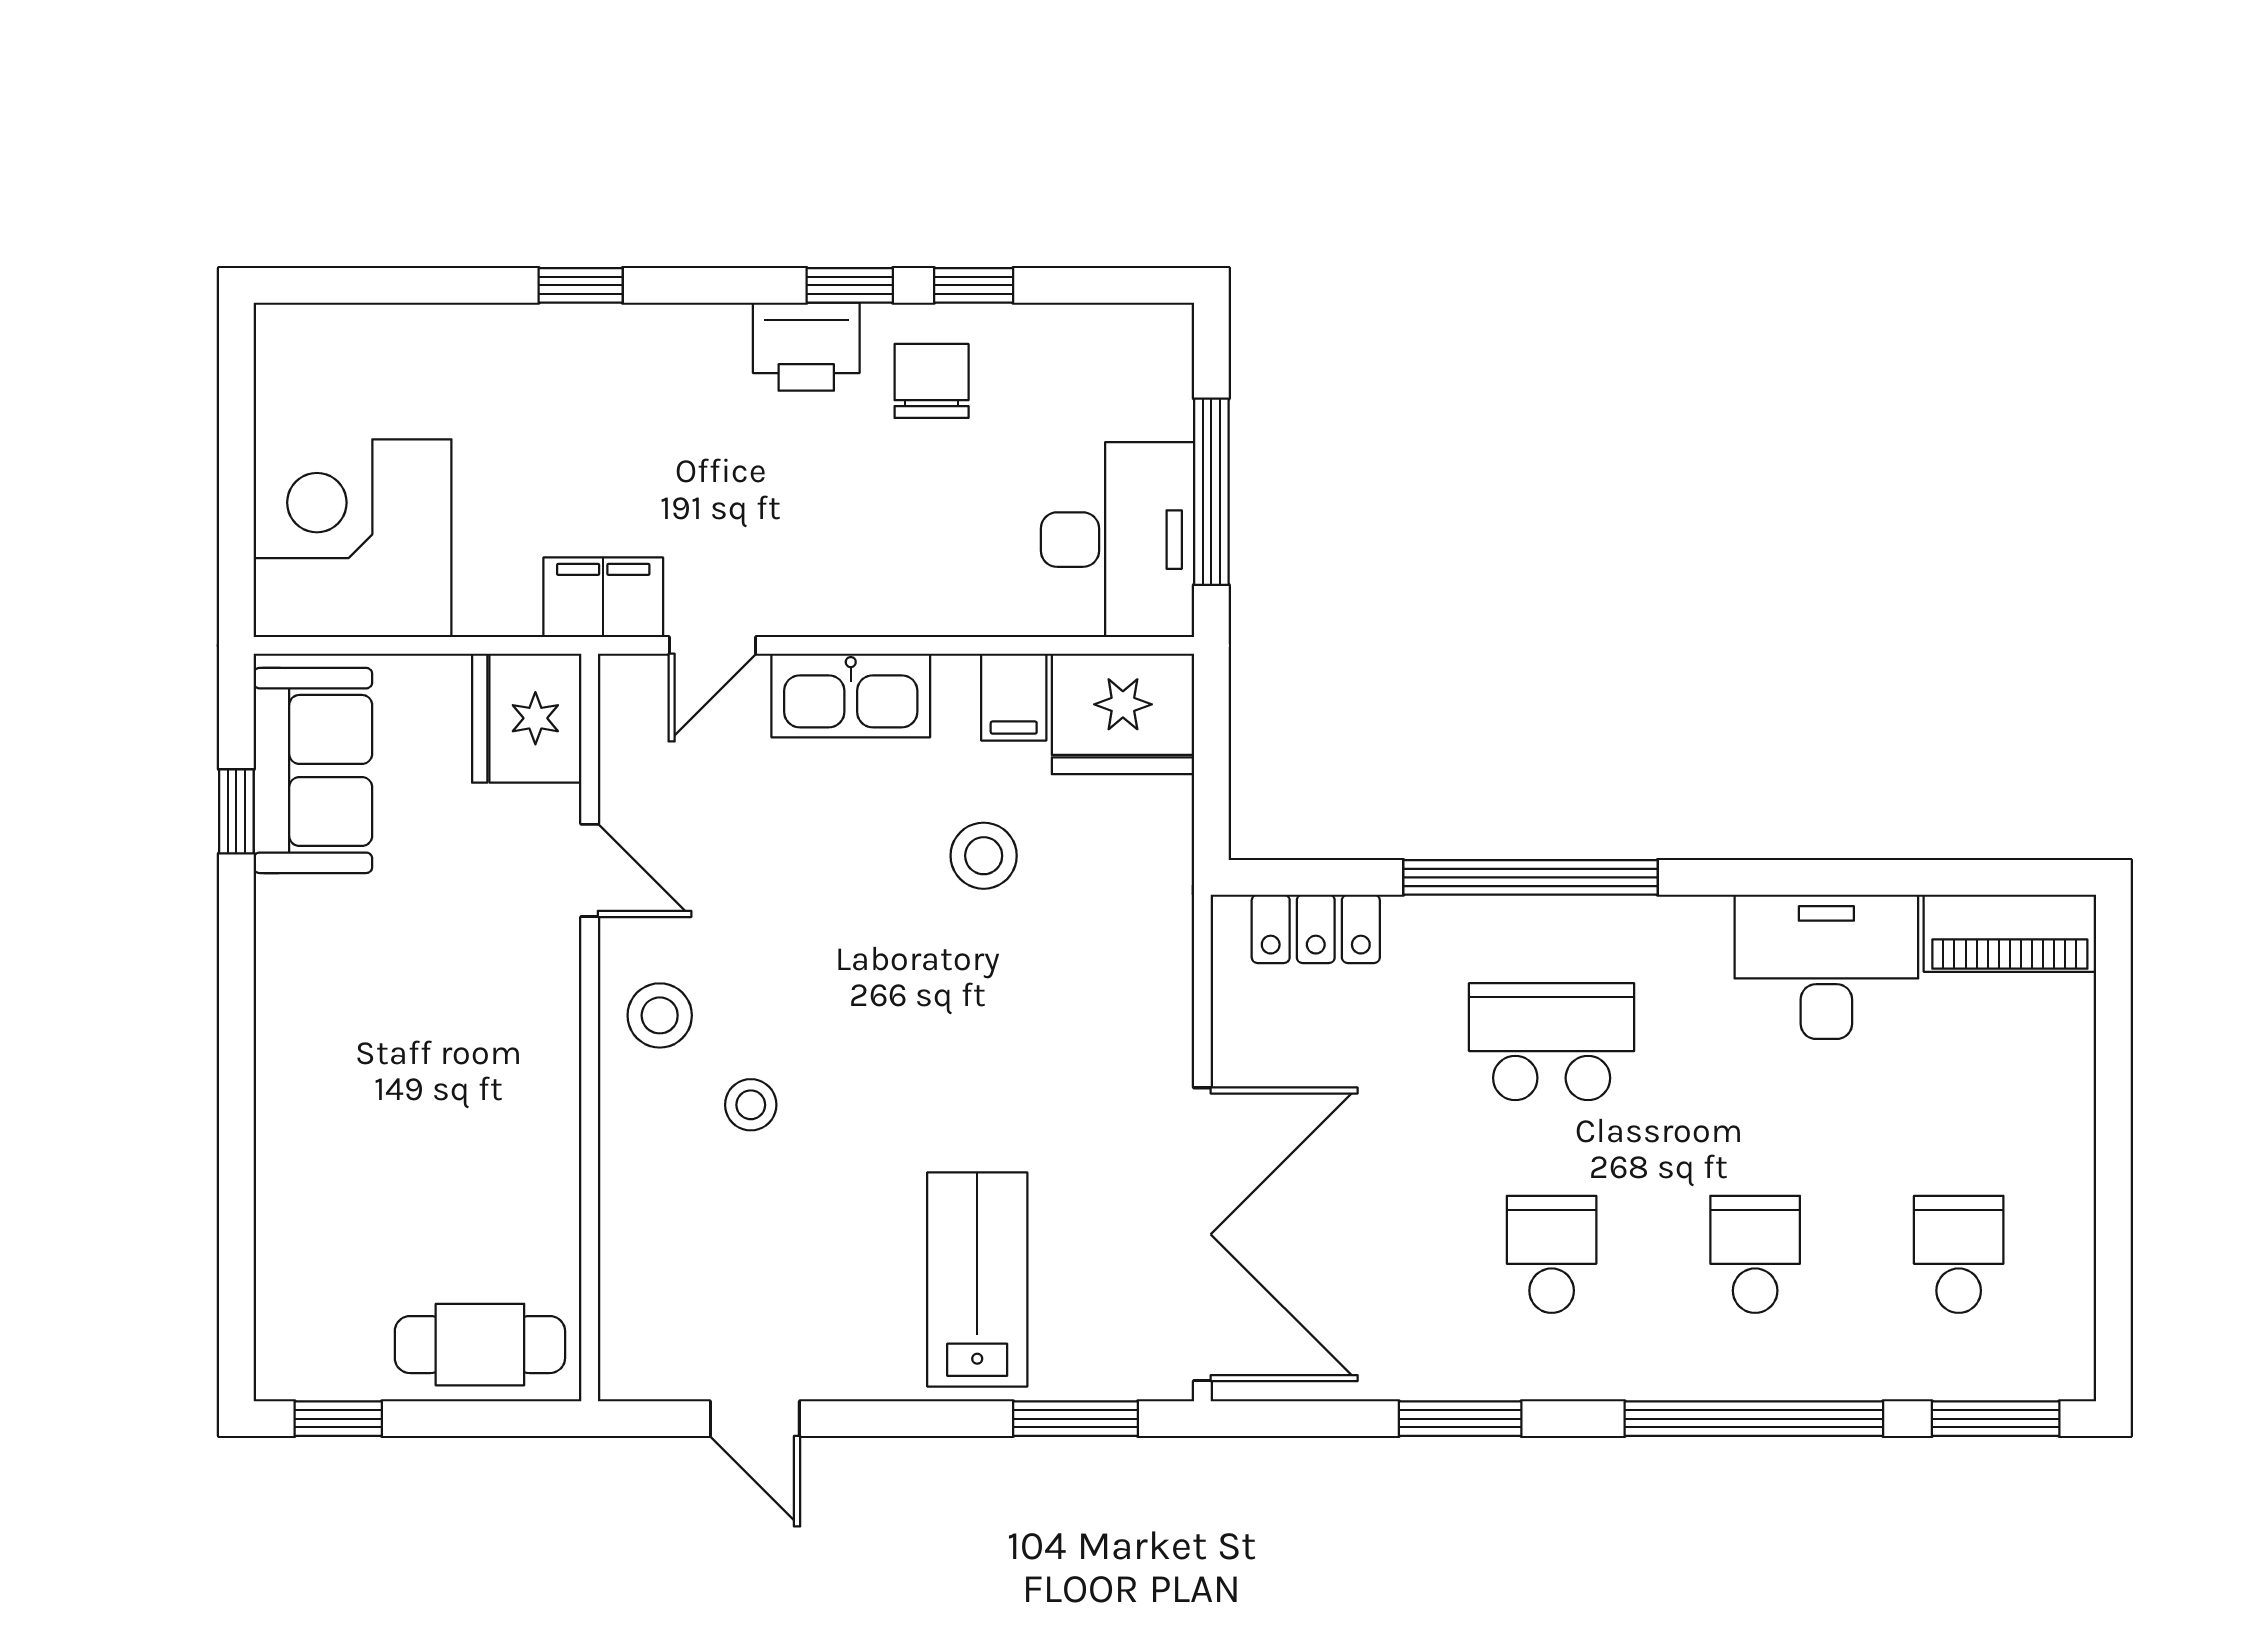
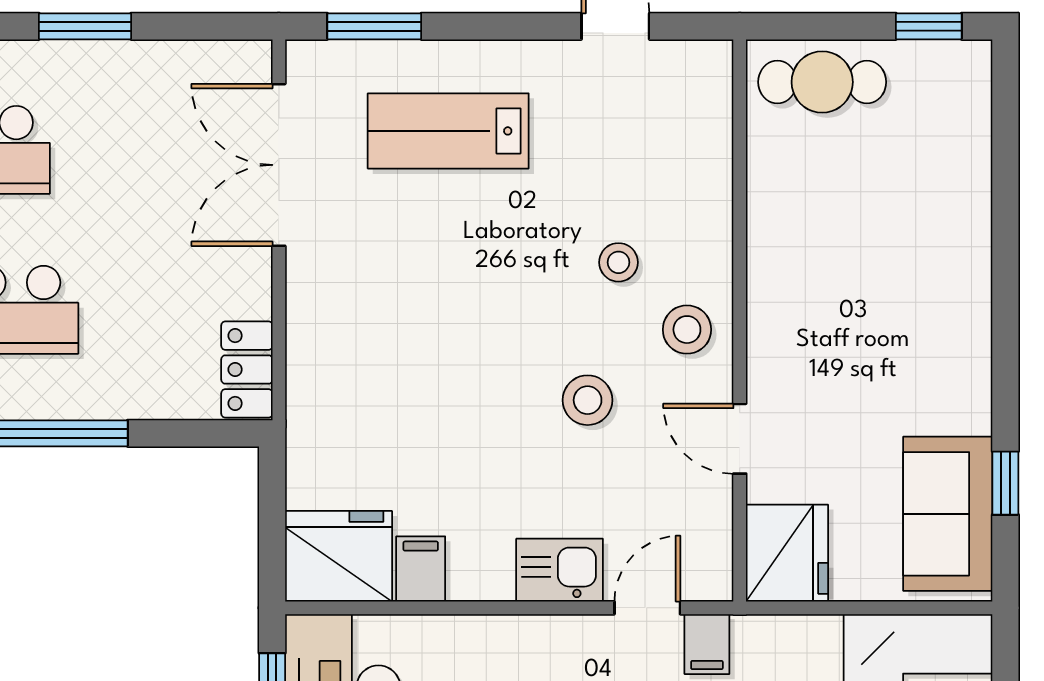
filing cabinet: (603, 597) -> (707, 644), width x0.50
kitchen sink: (851, 696) -> (560, 570), width x0.73
stool: (984, 856) -> (588, 400), moved
locker: (1316, 929) -> (247, 369), moved, turned -90
double door: (1202, 1234) -> (279, 165), width x0.73
lab bench: (977, 1280) -> (448, 131), turned 90

